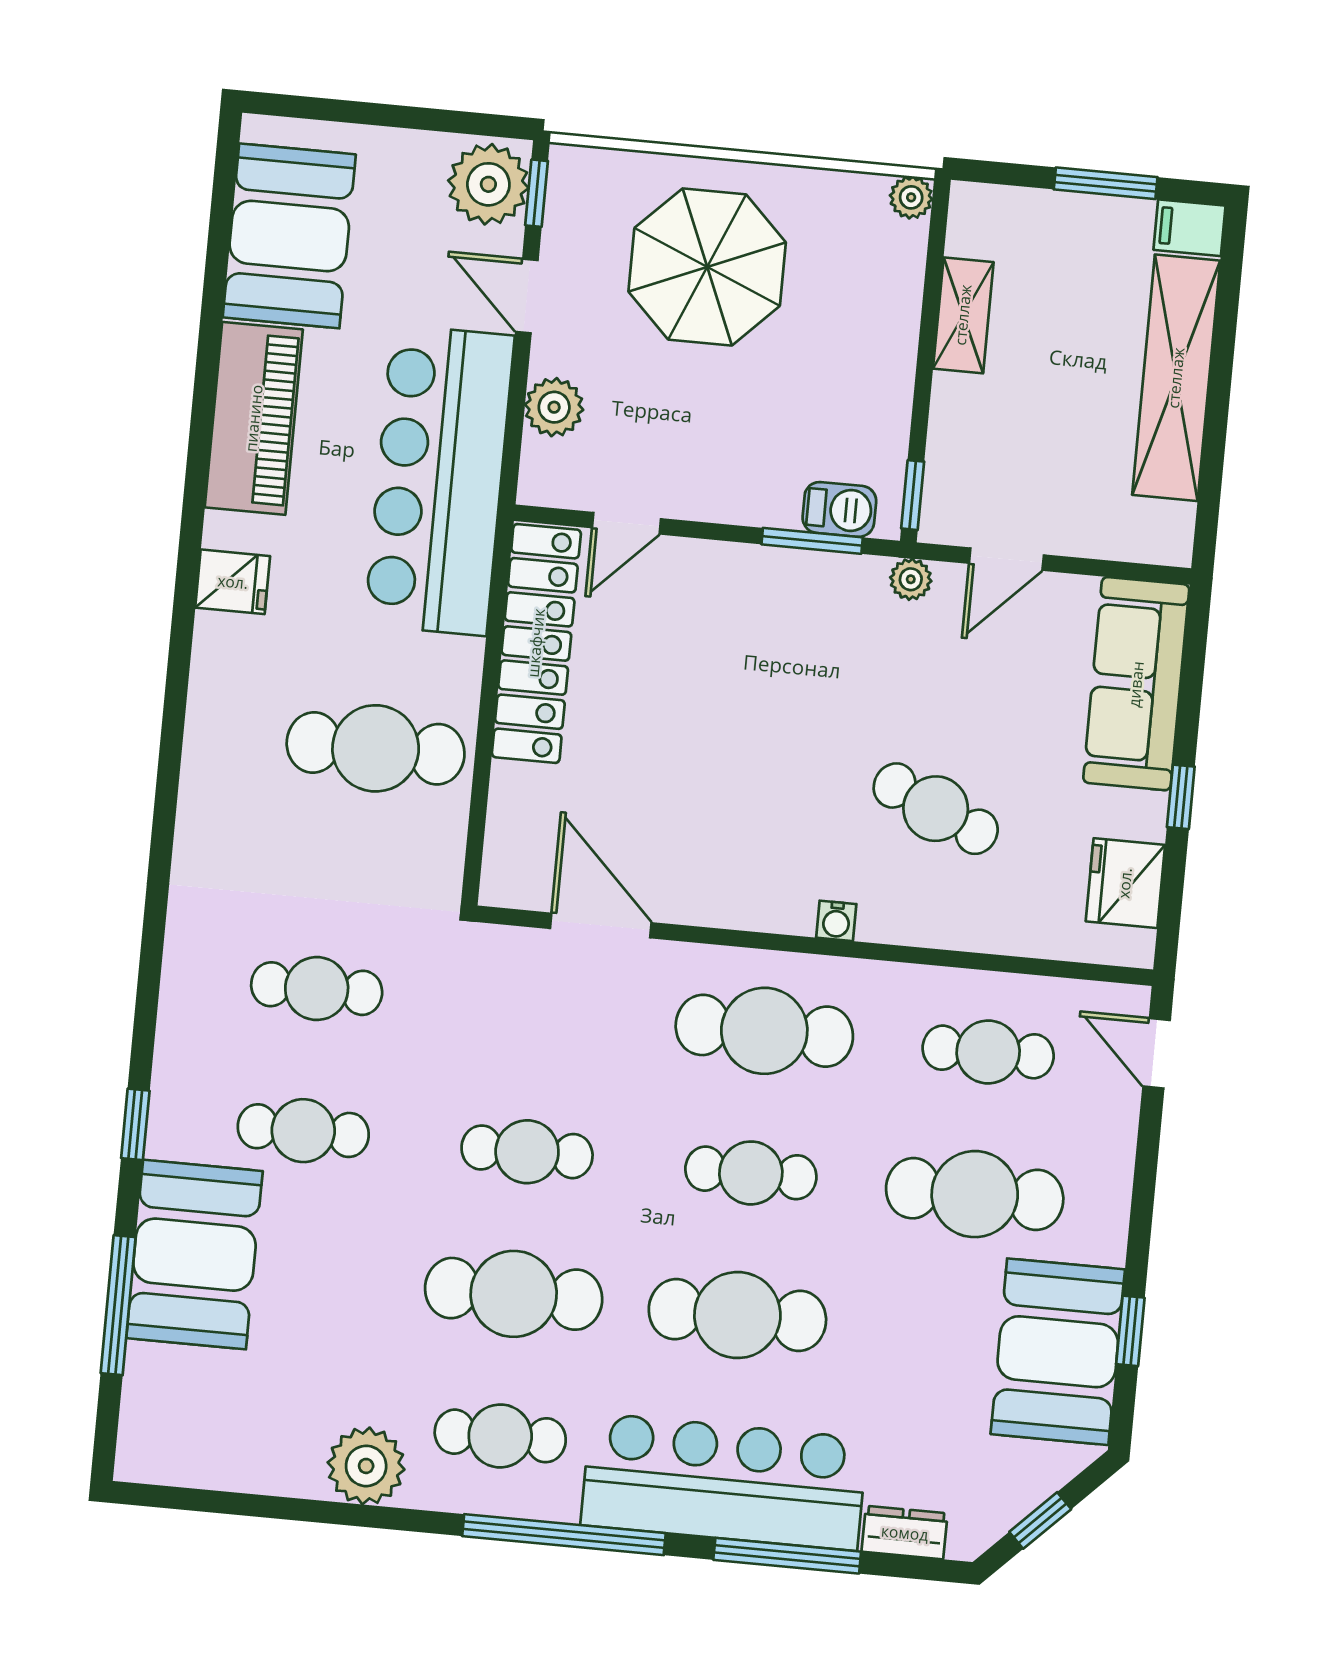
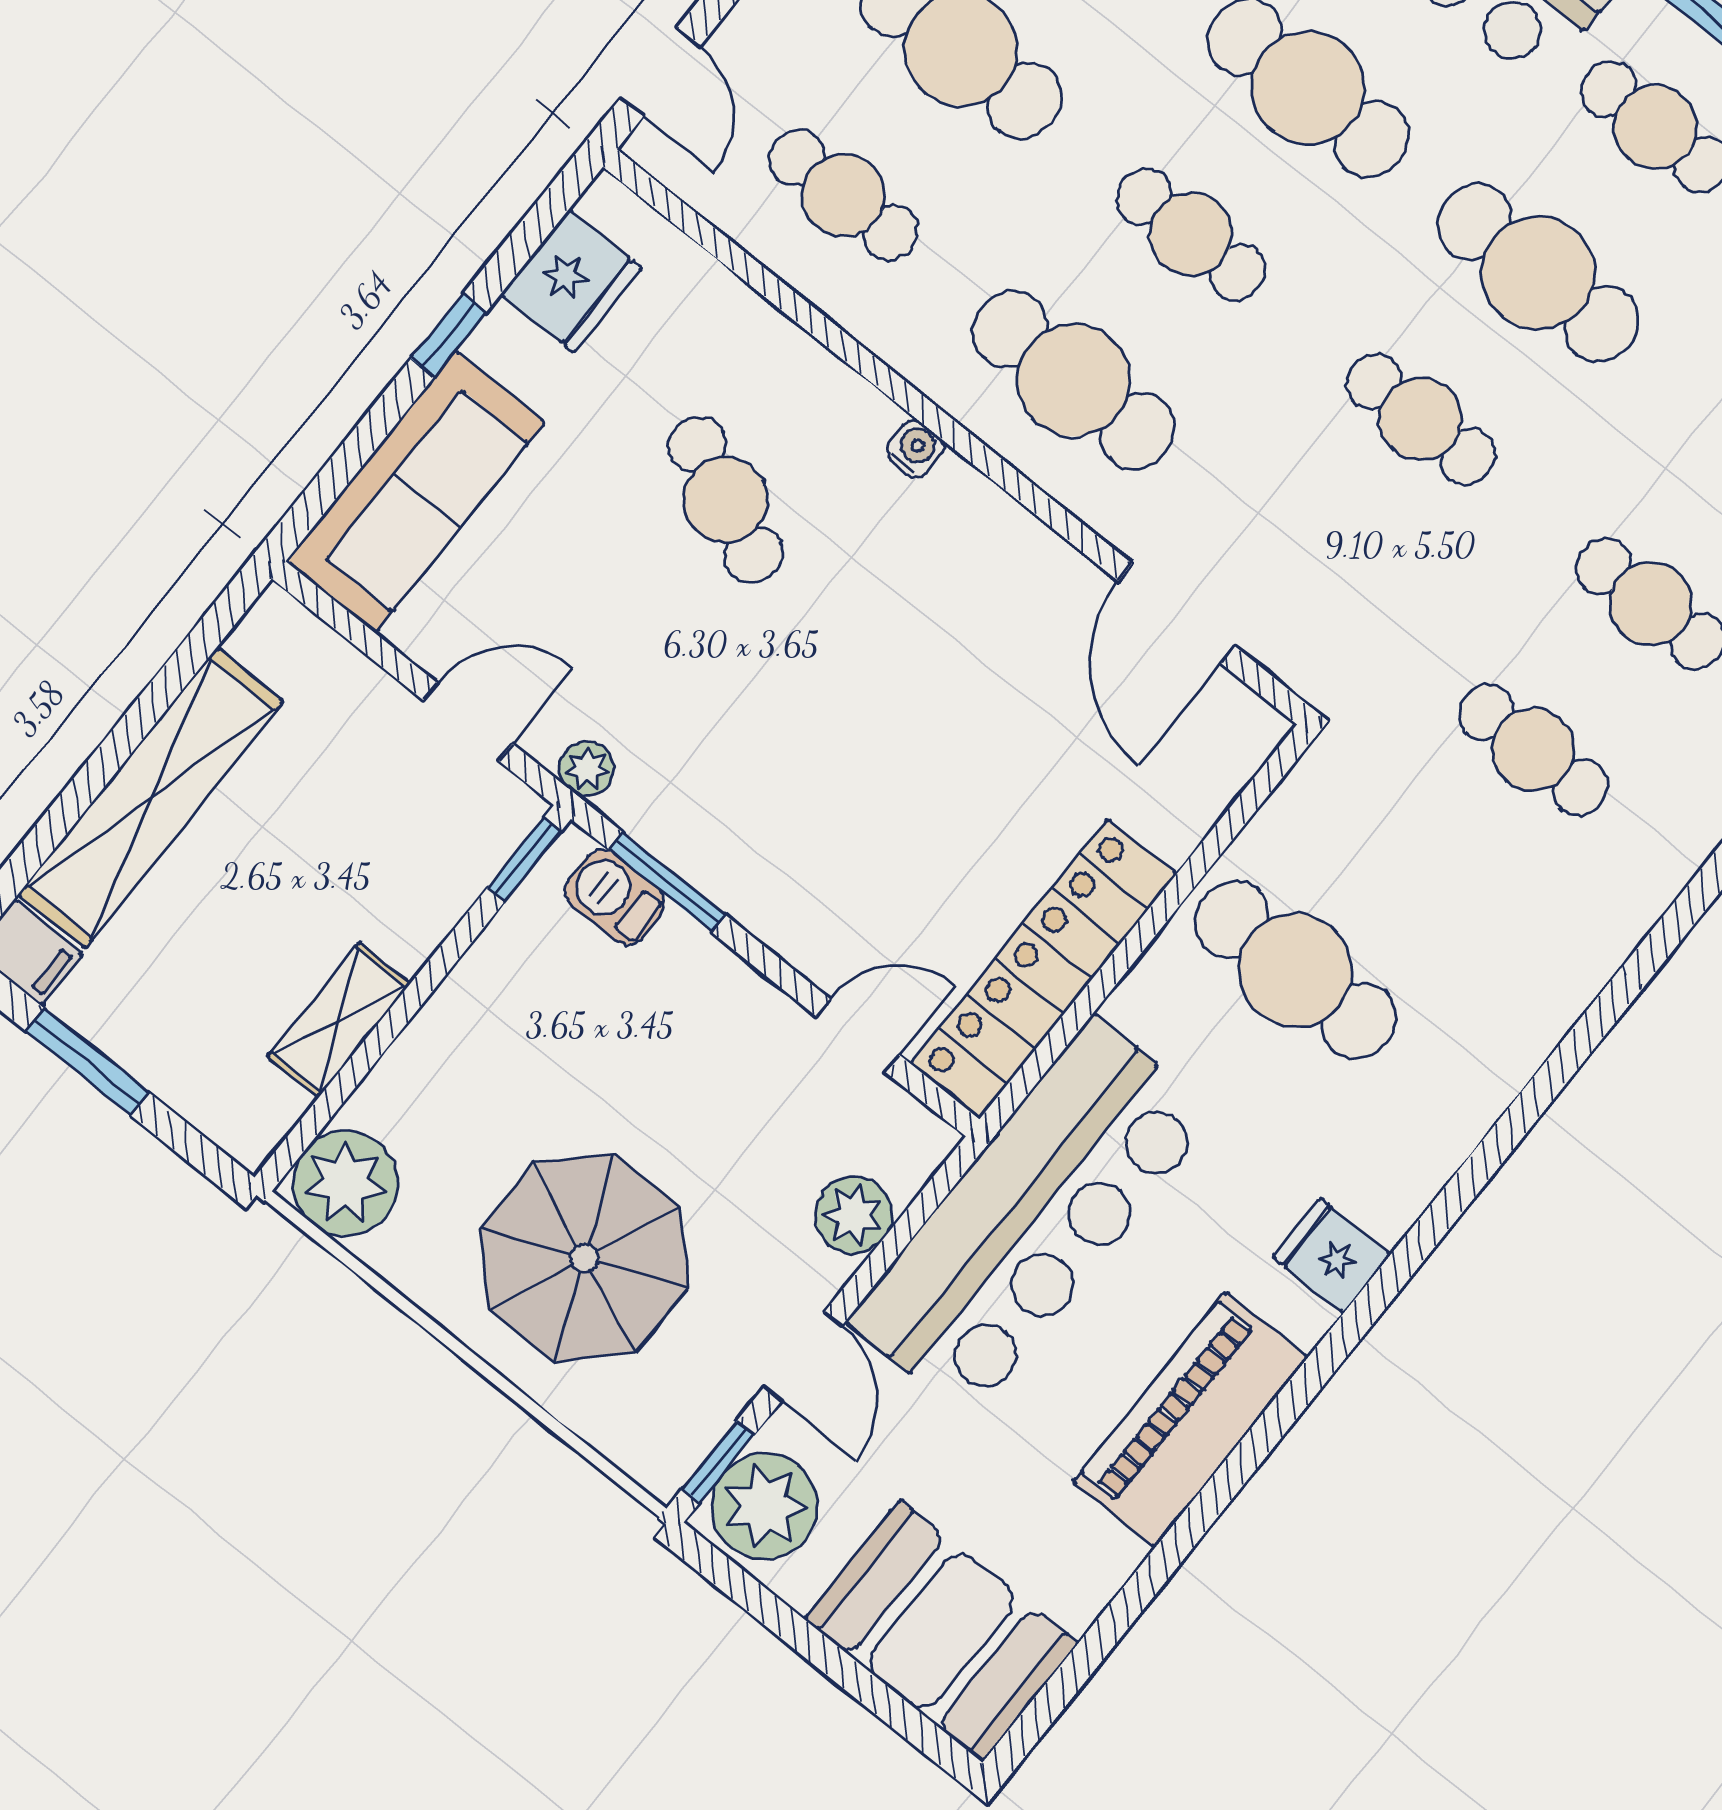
plant: (911, 197) -> (345, 1183), width x1.87, depth x1.87
booth: (289, 236) -> (941, 1631), moved, turned 90

